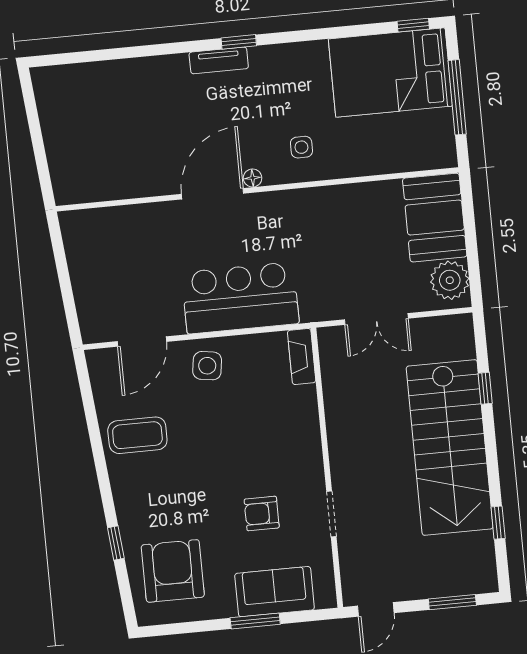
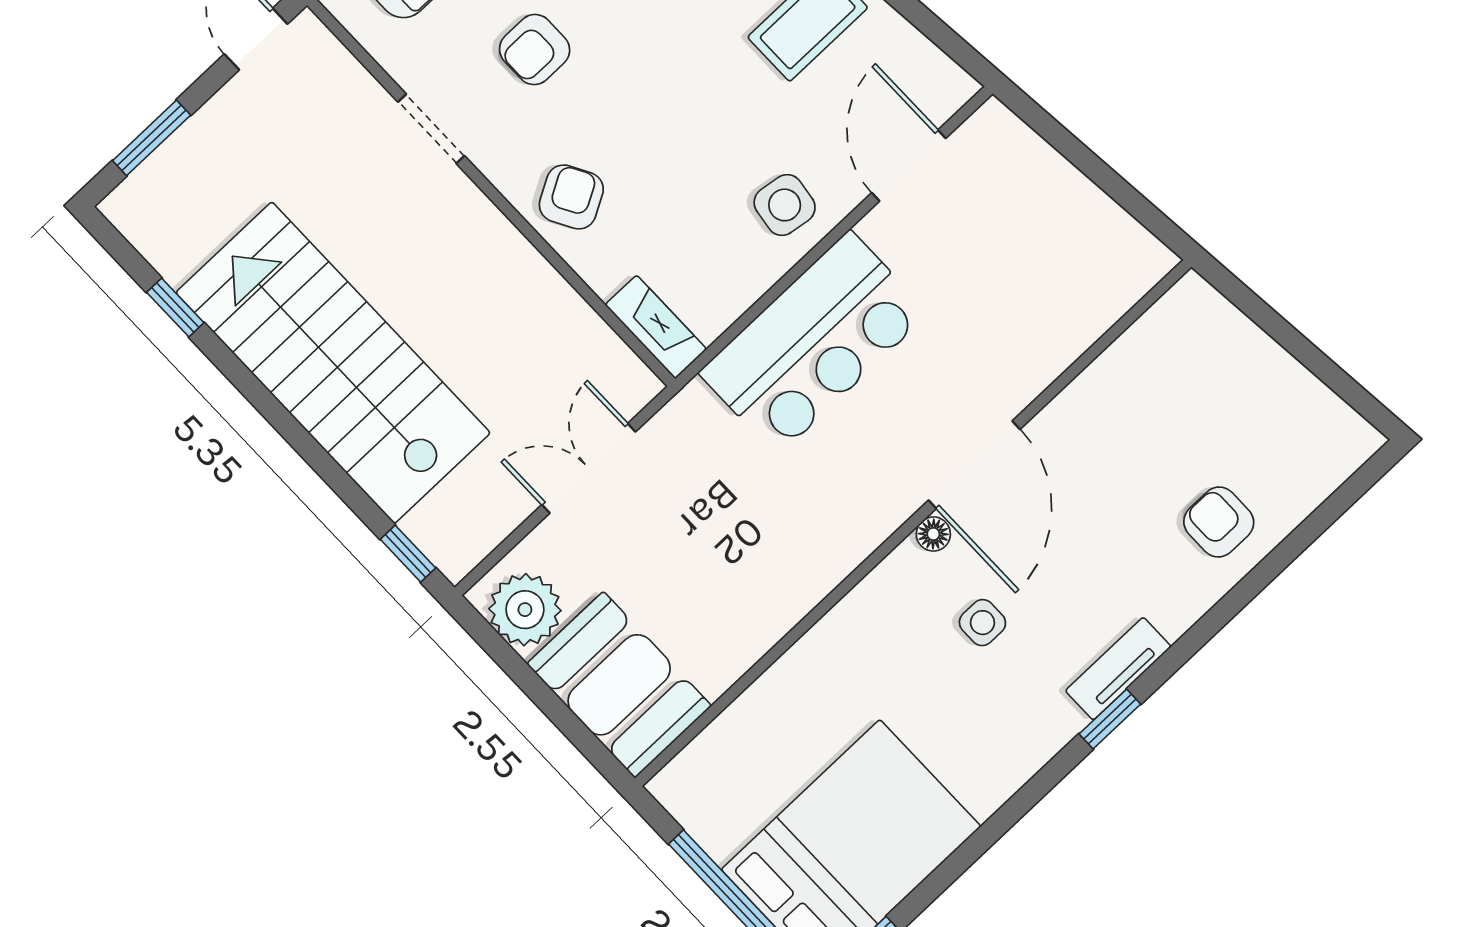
armchair: (128, 89) -> (1219, 522), added
side table: (301, 147) -> (982, 623), moved
window: (485, 388) -> (408, 554), moved
armchair: (295, 439) -> (571, 197), added
armchair: (262, 513) -> (535, 50), turned 180

